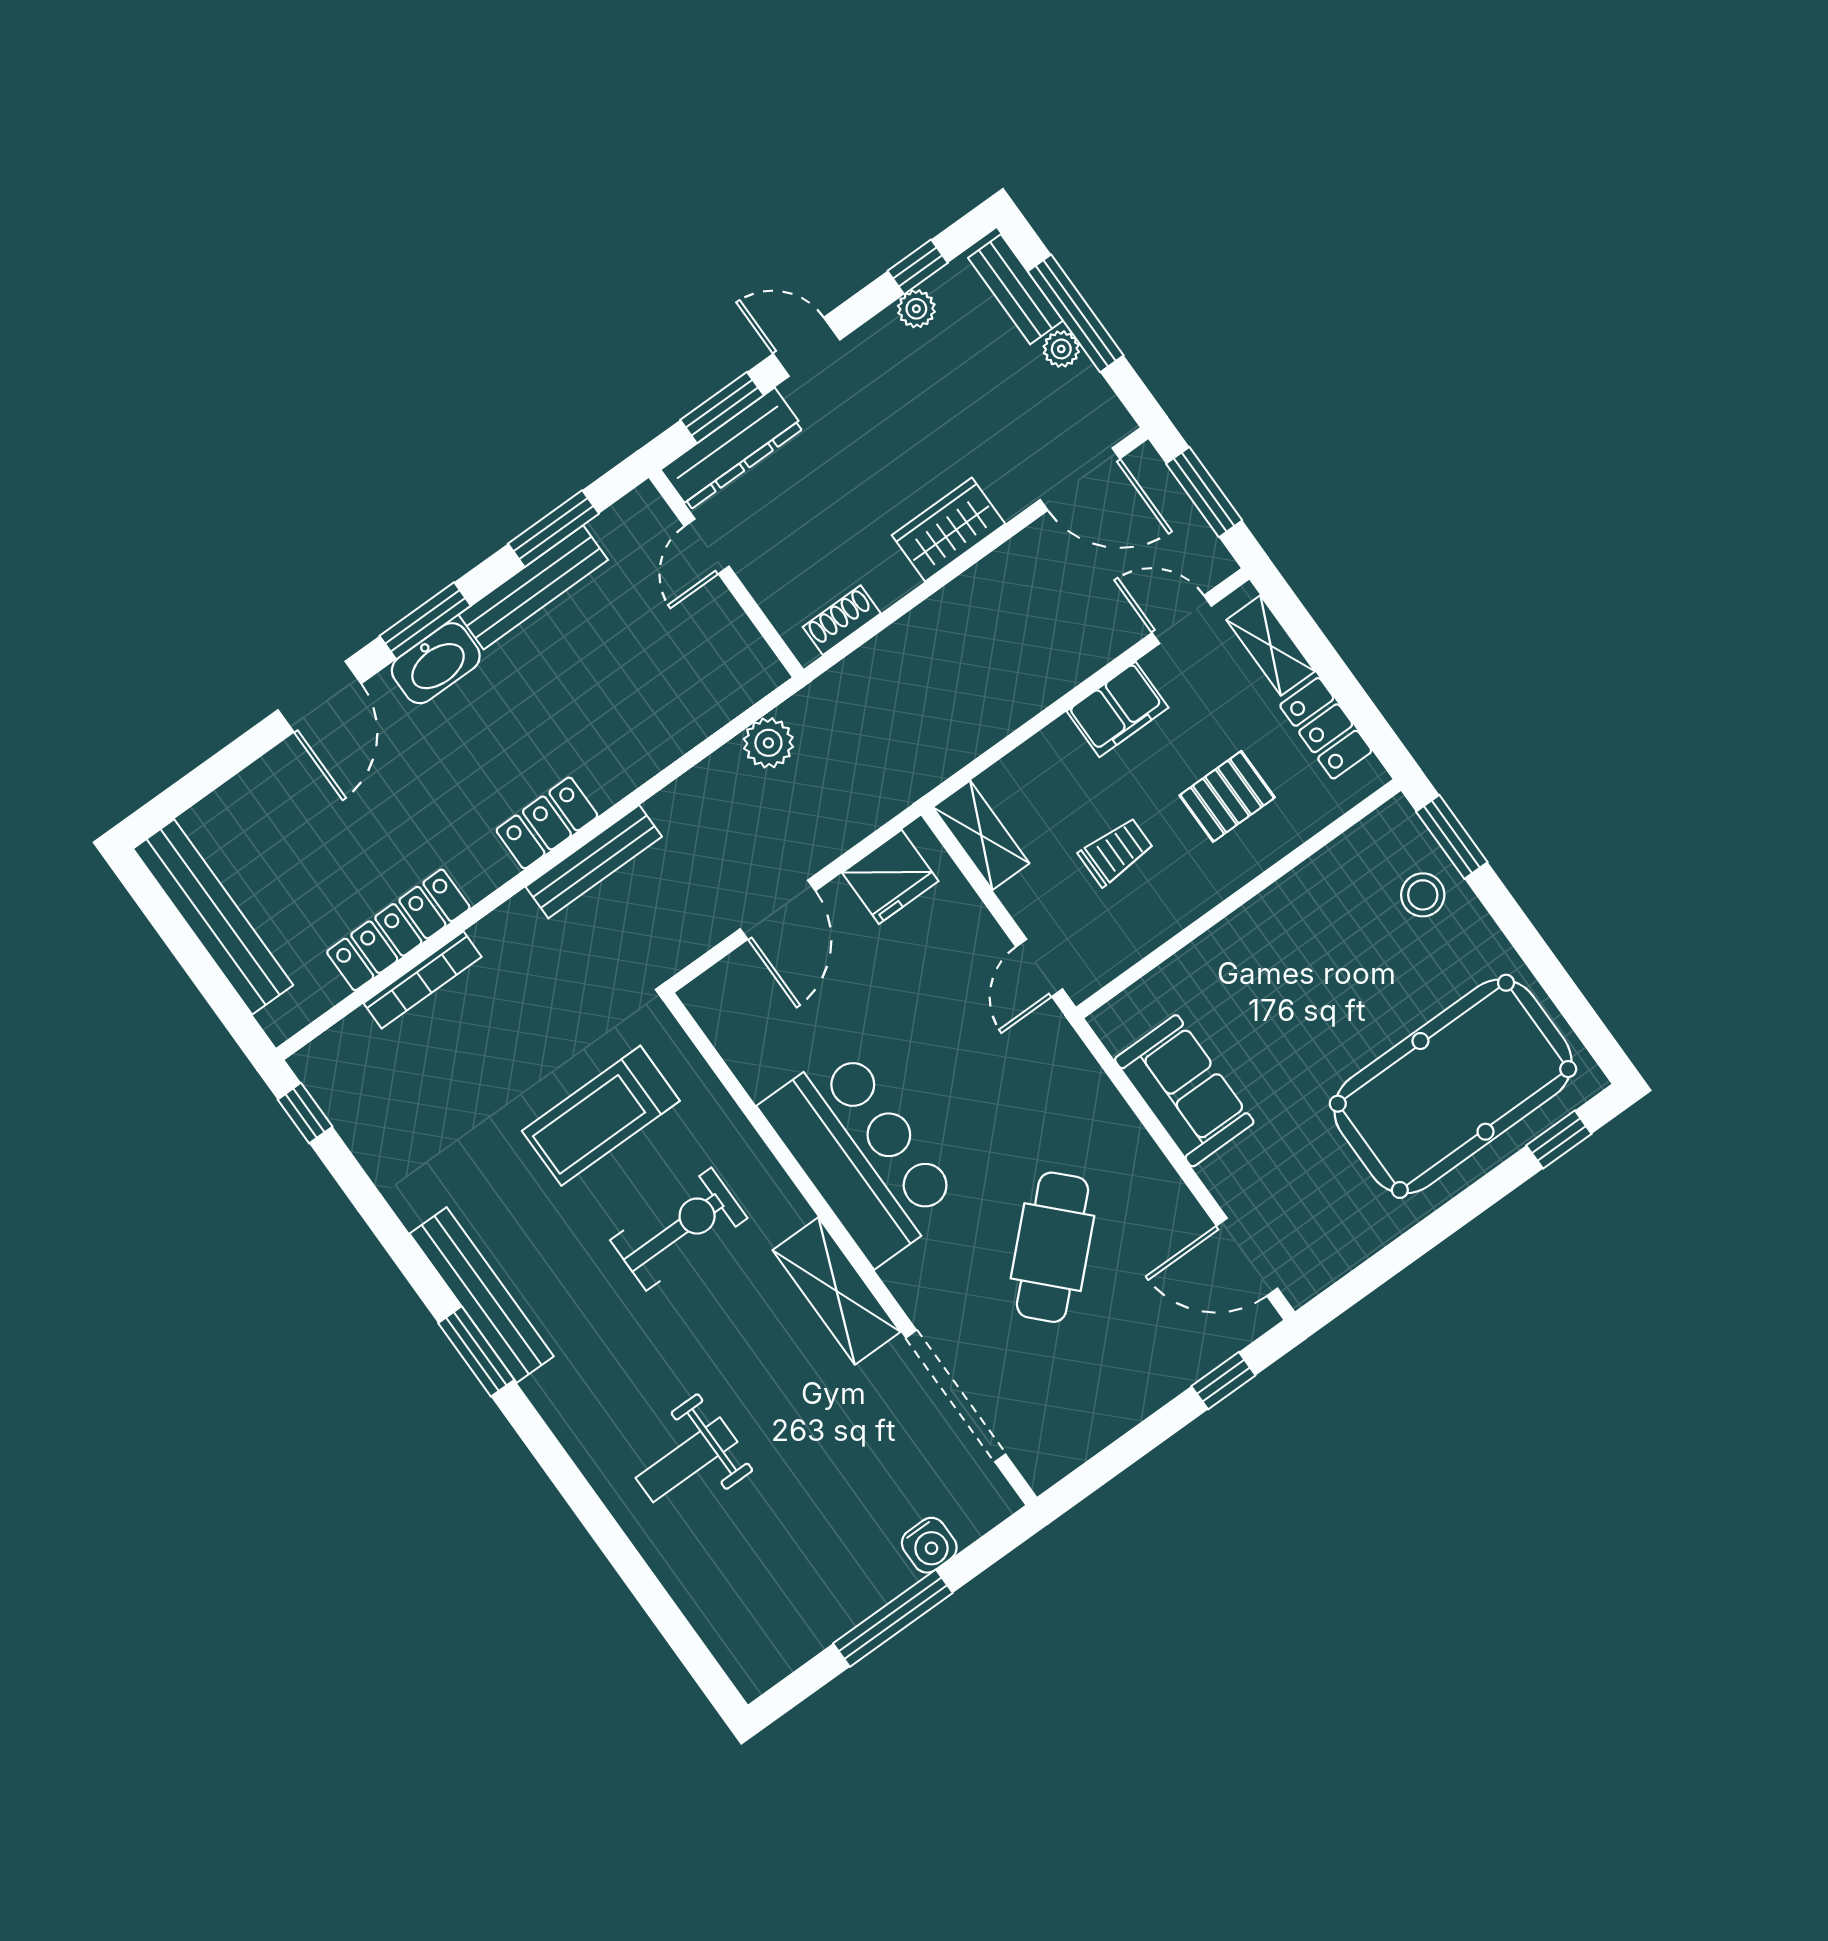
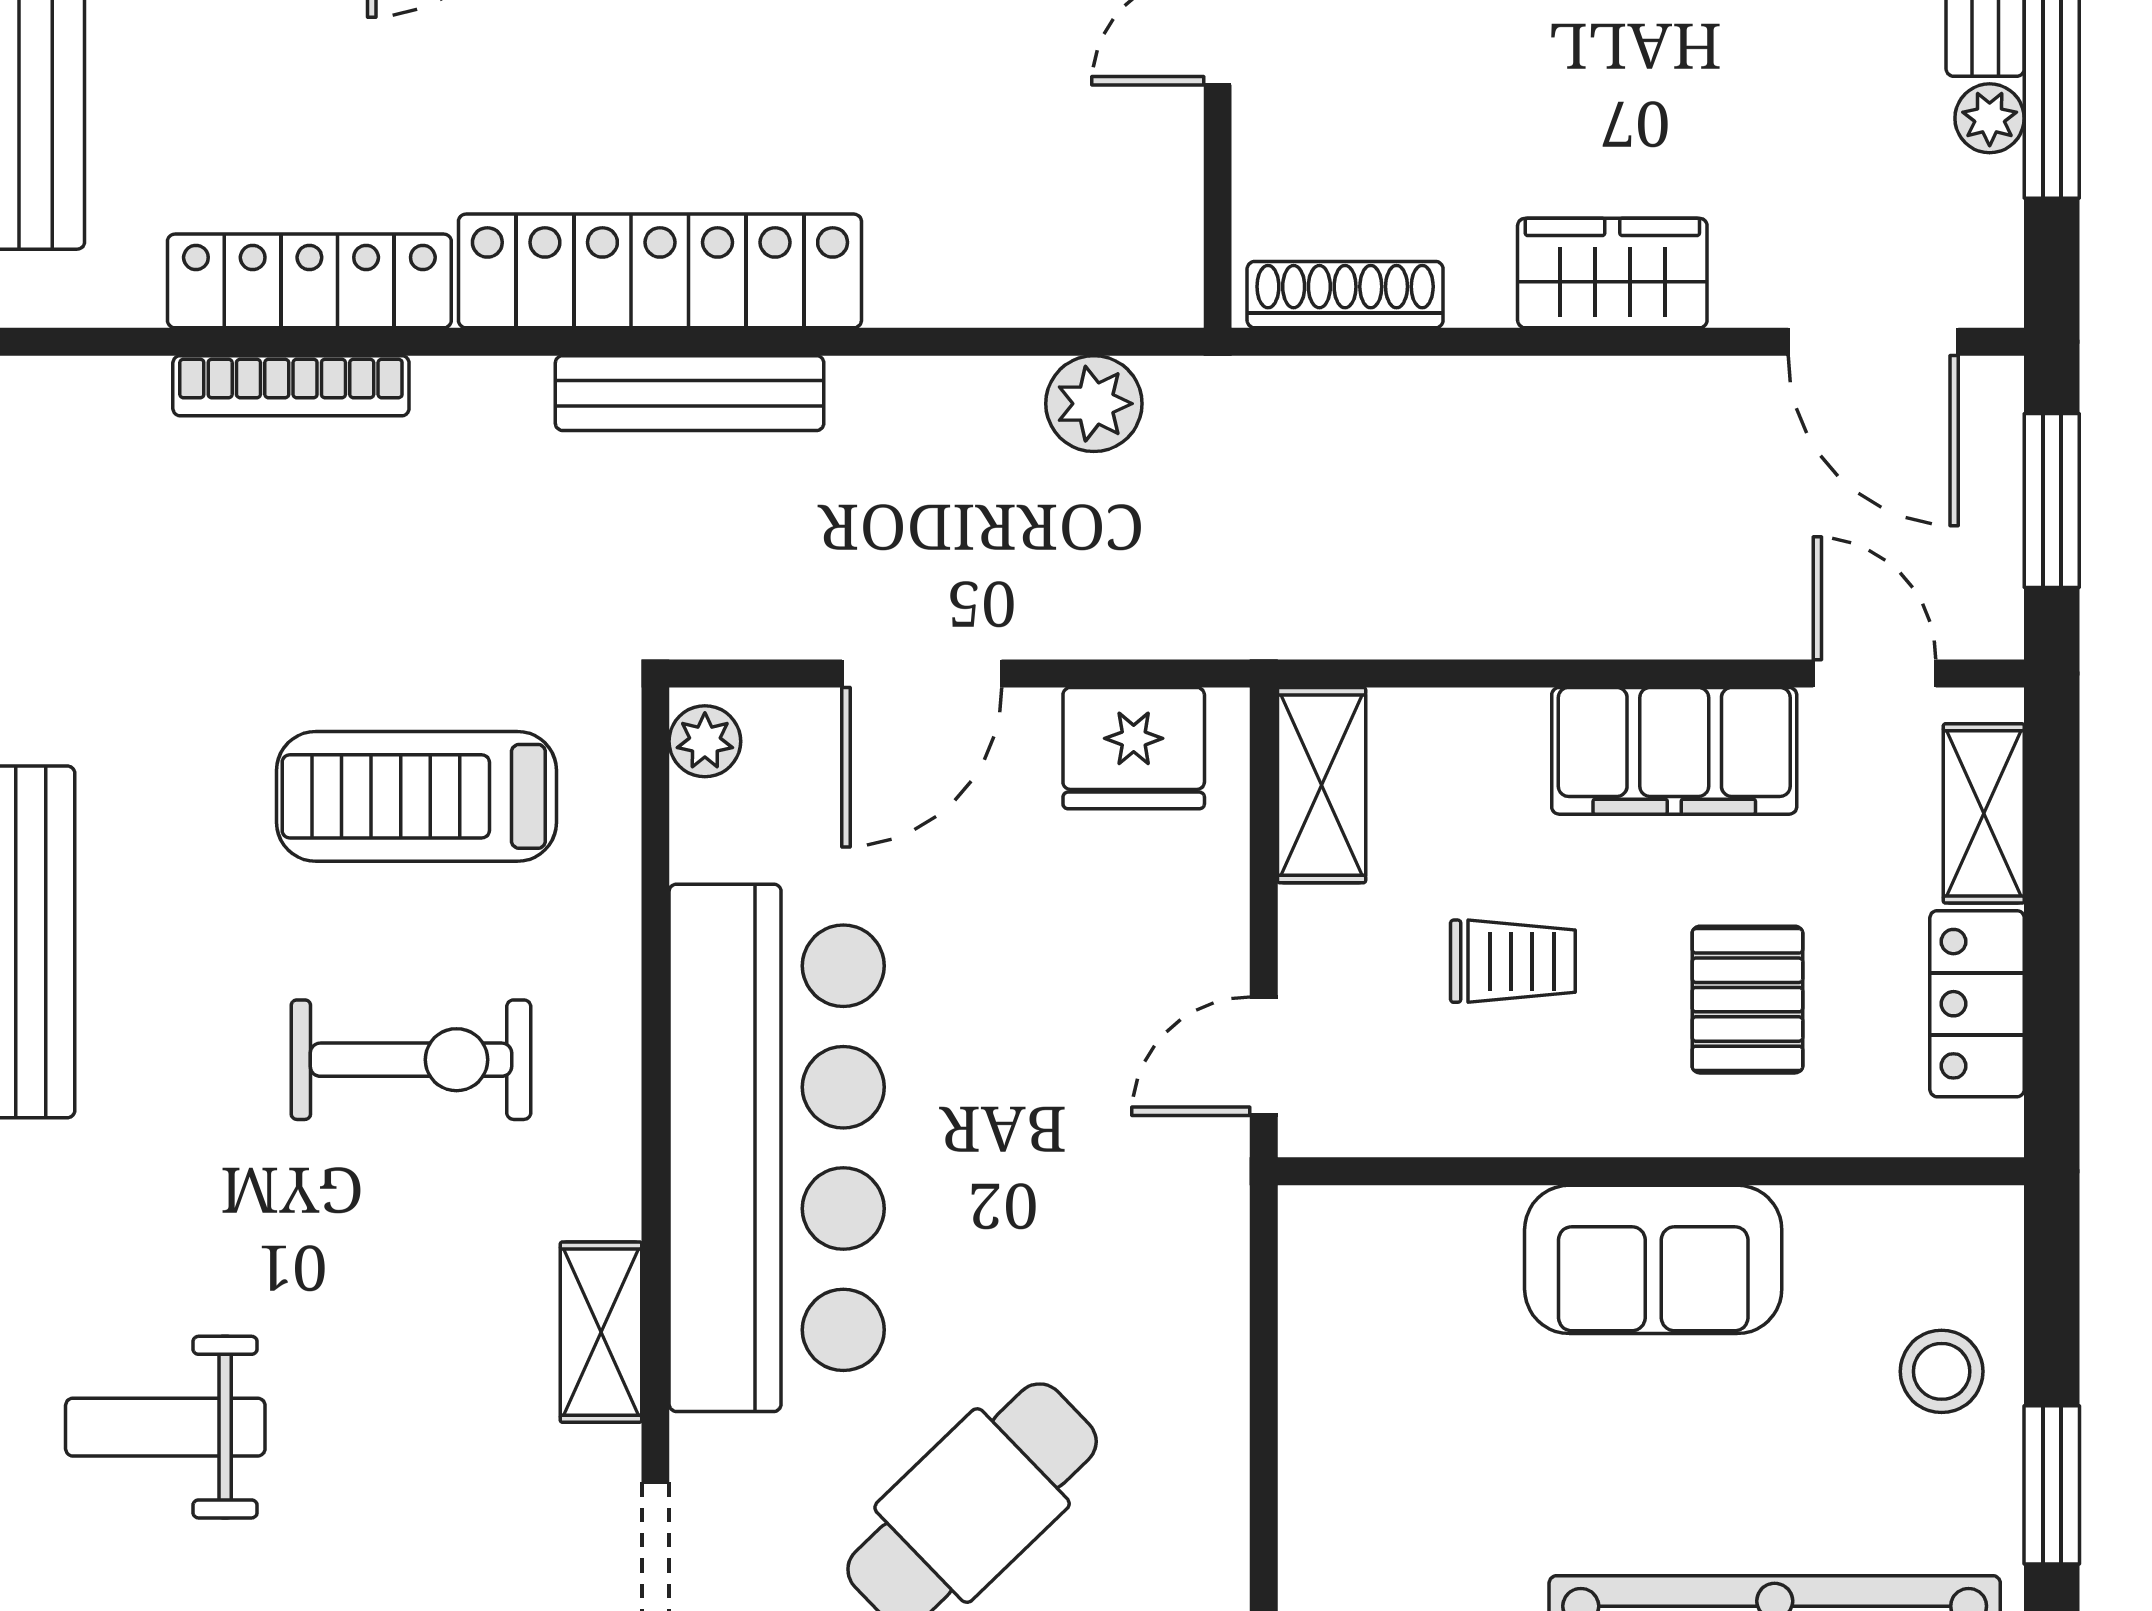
shoe rack: (842, 620) -> (1345, 295), width x1.43
filing cabinet: (1118, 709) -> (1674, 751), width x1.50, depth x1.17
pallet: (1227, 796) -> (1747, 1000), turned 90
locker: (547, 823) -> (660, 271), width x2.16, depth x1.21
window: (1452, 837) -> (2052, 1485), moved
plant: (706, 1005) -> (705, 741), added
sofa: (1184, 1091) -> (1653, 1259), moved, turned 90
bar counter: (861, 1155) -> (777, 1148), width x1.36
shelving: (837, 1291) -> (601, 1332), width x0.67, depth x0.75

